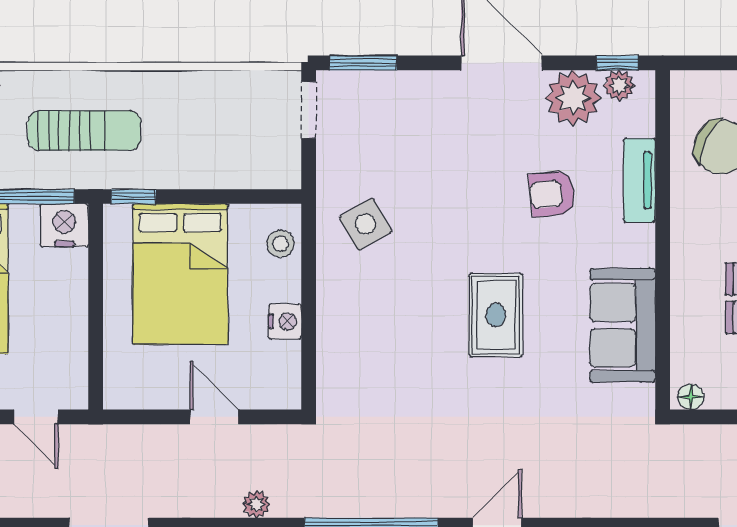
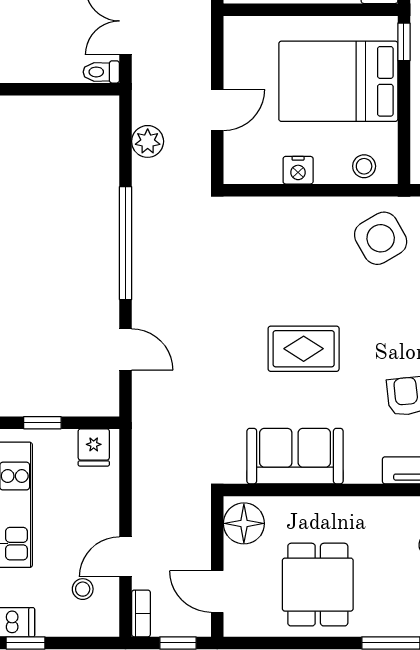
side table: (365, 224) -> (381, 238), width x1.37, depth x1.37
floor lamp: (691, 397) -> (244, 523), width x1.89, depth x1.89
plant: (256, 504) -> (148, 141), width x1.38, depth x1.38

